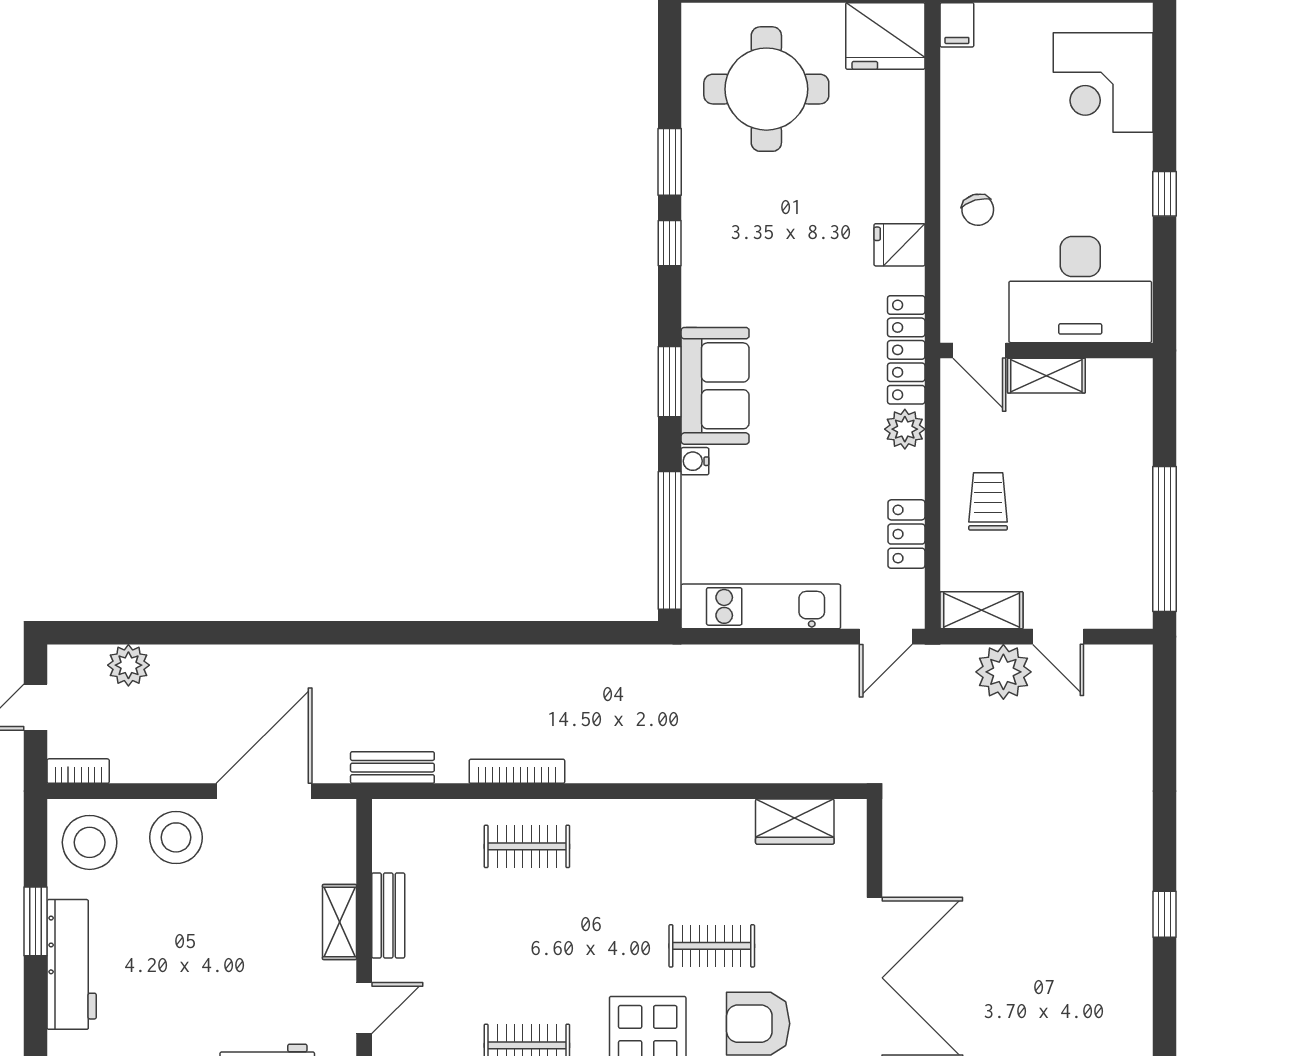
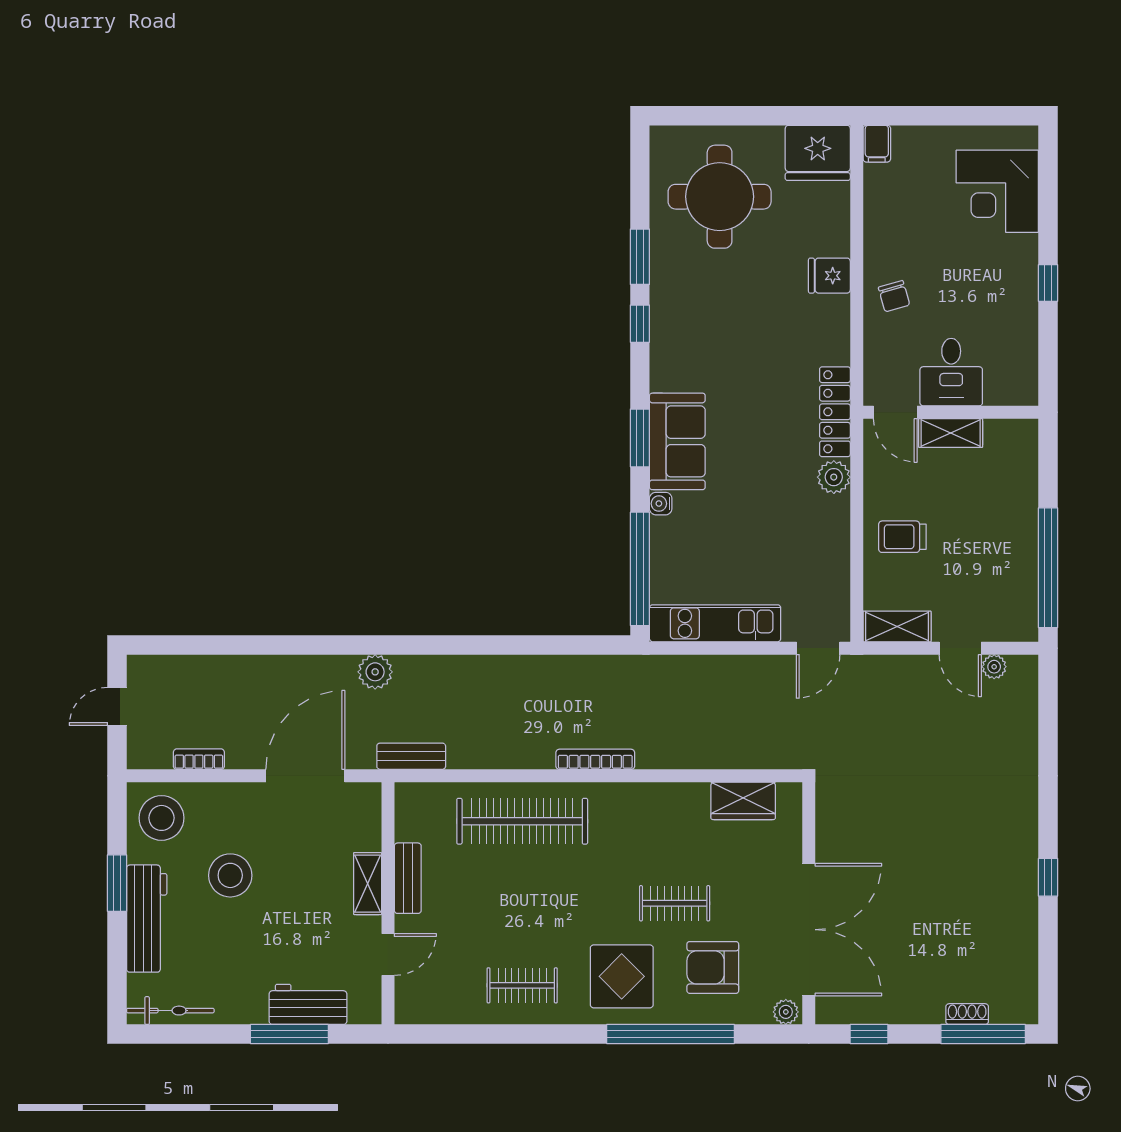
fridge: (899, 245) -> (829, 276), moved
desk: (1080, 290) -> (951, 372), width x0.53, depth x0.77
trolley: (988, 501) -> (902, 537), turned -90
locker: (906, 534) -> (835, 564), removed
plant: (128, 665) -> (375, 672), moved
plant: (1003, 672) -> (994, 667), moved, width x0.53, depth x0.53
bookcase: (78, 771) -> (199, 759), moved
bookcase: (517, 771) -> (595, 759), moved
stool: (176, 837) -> (230, 875), moved
clothes rail: (527, 846) -> (522, 821), width x1.86, depth x1.31

